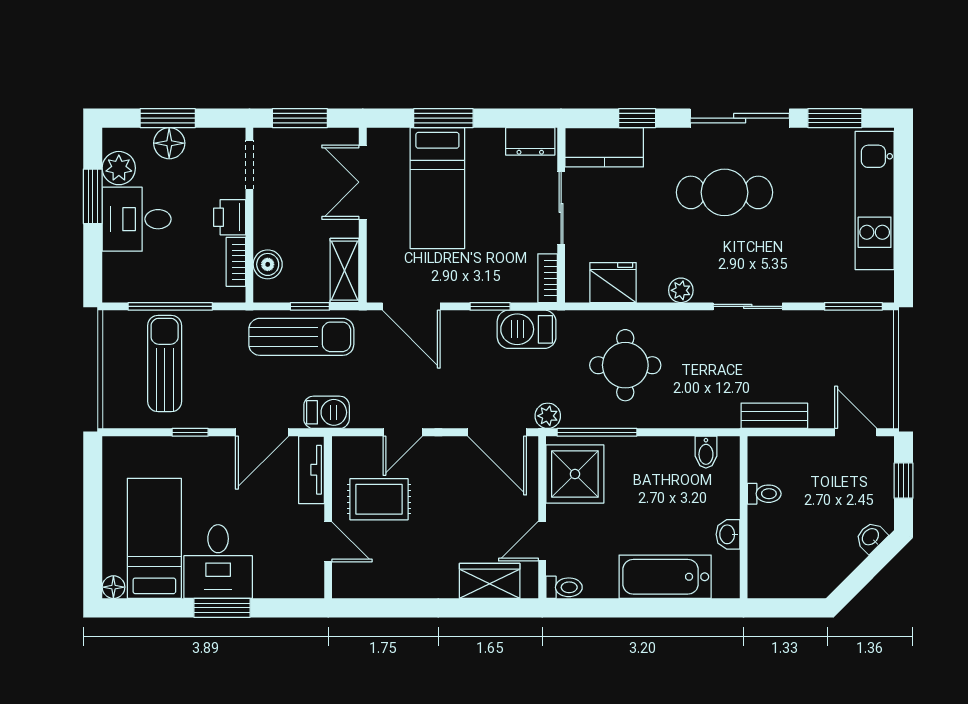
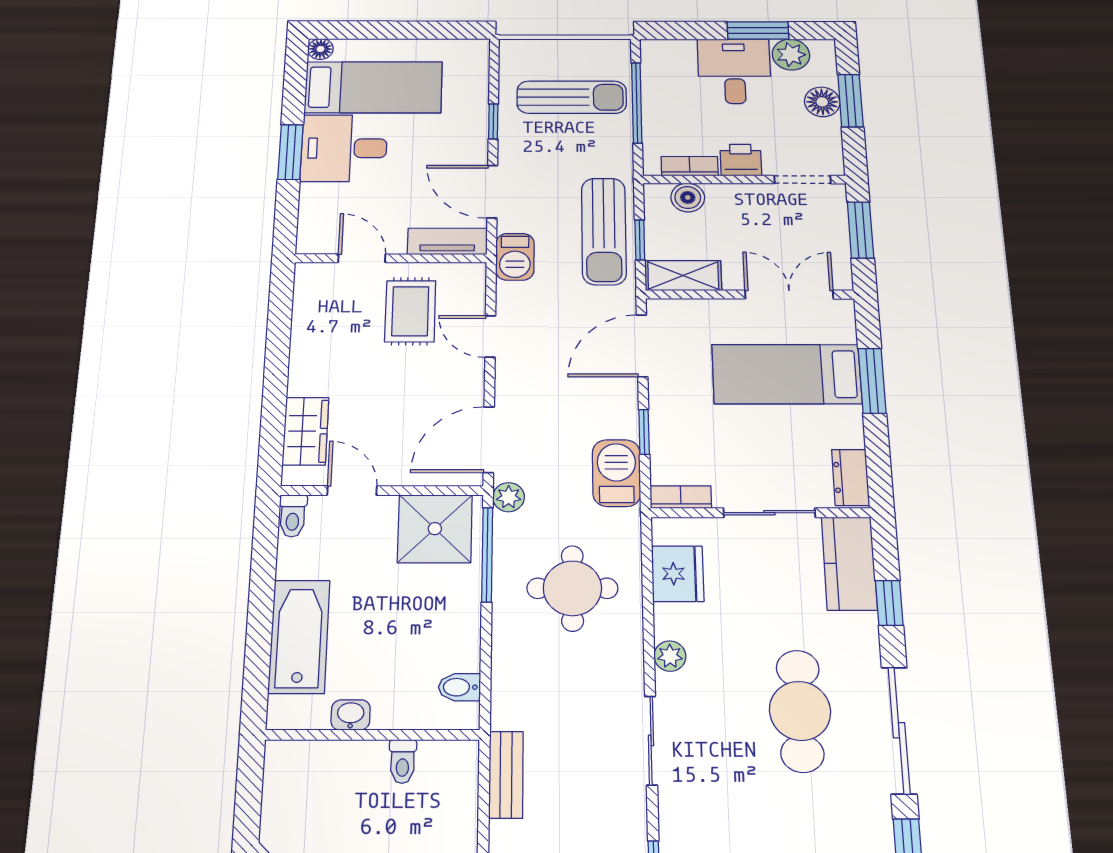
door: (328, 542) -> (362, 258), swing flipped

